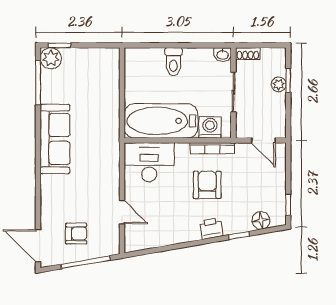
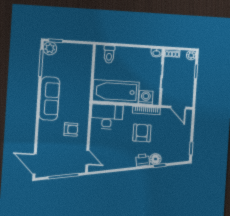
toilet: (173, 62) -> (109, 54), moved
plant: (279, 84) -> (191, 55), moved
door: (122, 212) -> (87, 158), moved
floor lamp: (261, 220) -> (155, 159), moved
armchair: (76, 234) -> (71, 129), moved

